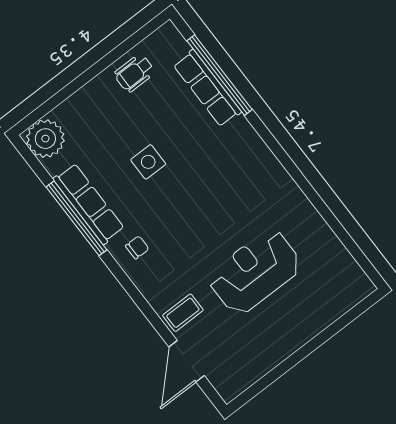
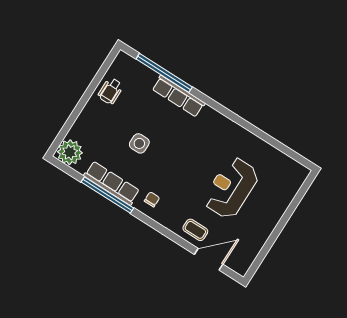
row of seats: (207, 88) -> (179, 96), moved
coffee table: (183, 313) -> (195, 230), turned 90
door: (187, 361) -> (209, 259), swing flipped

